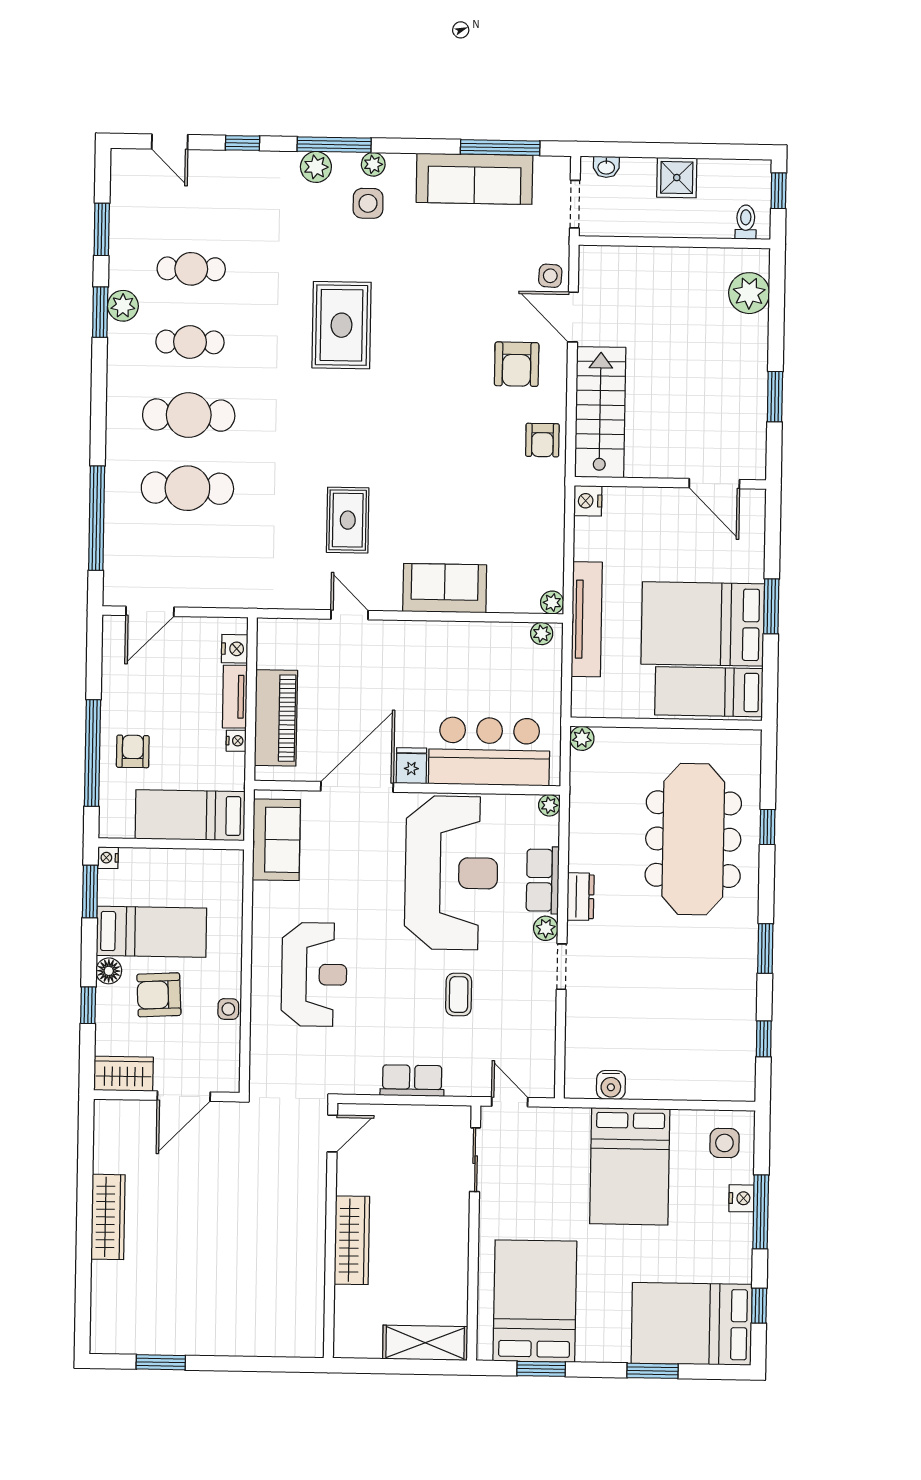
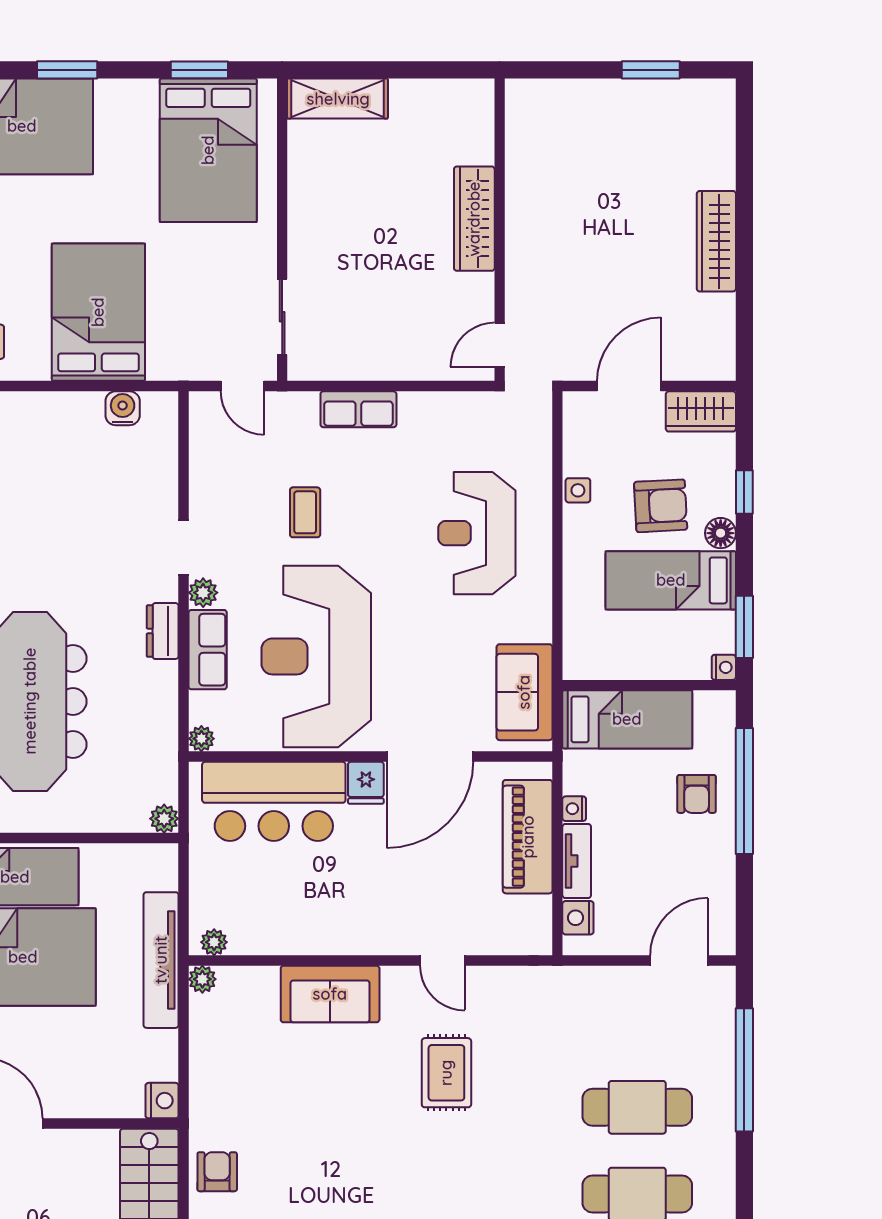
door: (332, 1134) -> (500, 345), moved
wall: (331, 1231) -> (500, 230), moved
wardrobe: (352, 1240) -> (474, 219), moved

